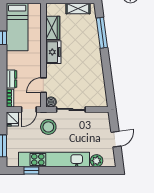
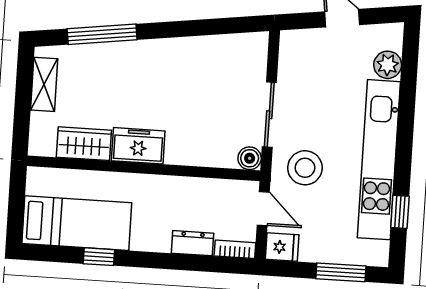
door: (43, 85) -> (211, 173), removed

